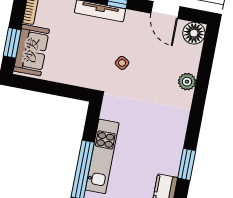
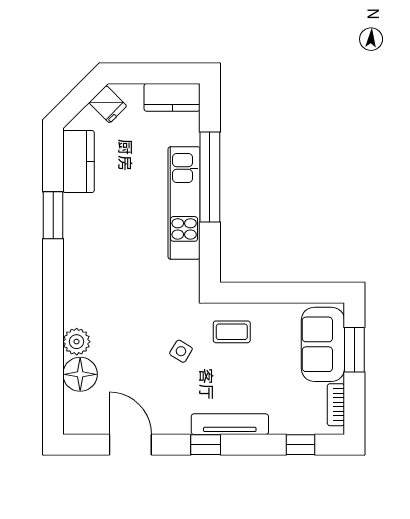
floor lamp: (194, 33) -> (80, 374), moved
coffee table: (88, 69) -> (232, 332), added

